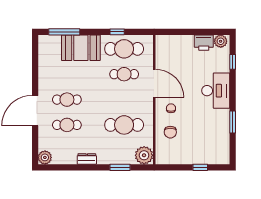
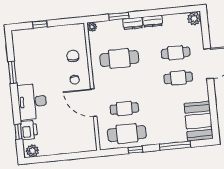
window: (64, 32) -> (175, 146), moved
printer: (204, 43) -> (29, 130), moved, turned 90
booth: (81, 48) -> (199, 121), moved, turned 90
plant: (144, 155) -> (92, 27), width x0.53, depth x0.53
dresser: (107, 159) -> (133, 23), added

